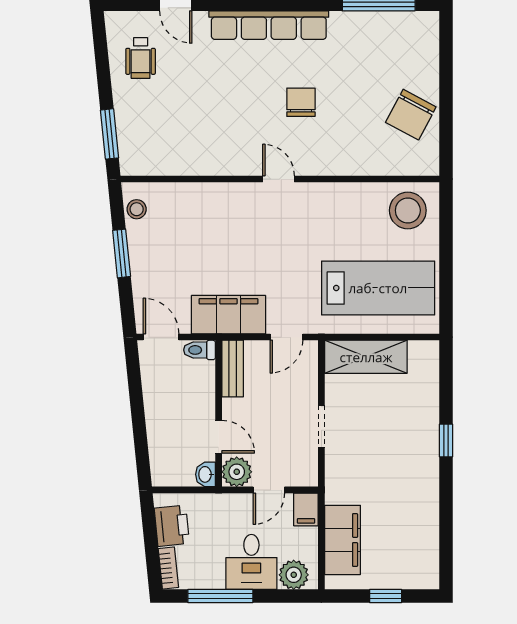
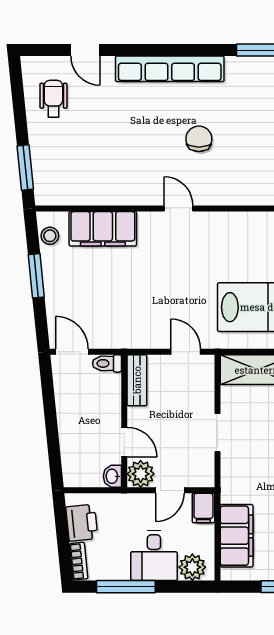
wheelchair: (141, 58) -> (53, 99), turned 180
filing cabinet: (229, 315) -> (103, 229), moved, turned 180
door: (286, 337) -> (186, 352), swing flipped

